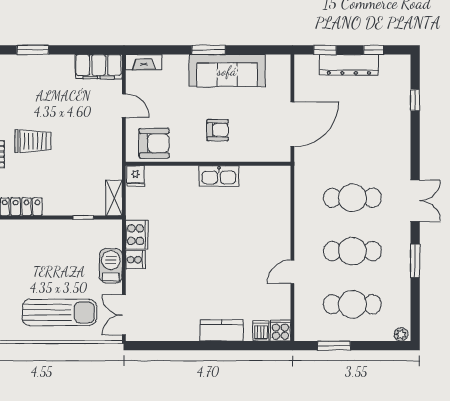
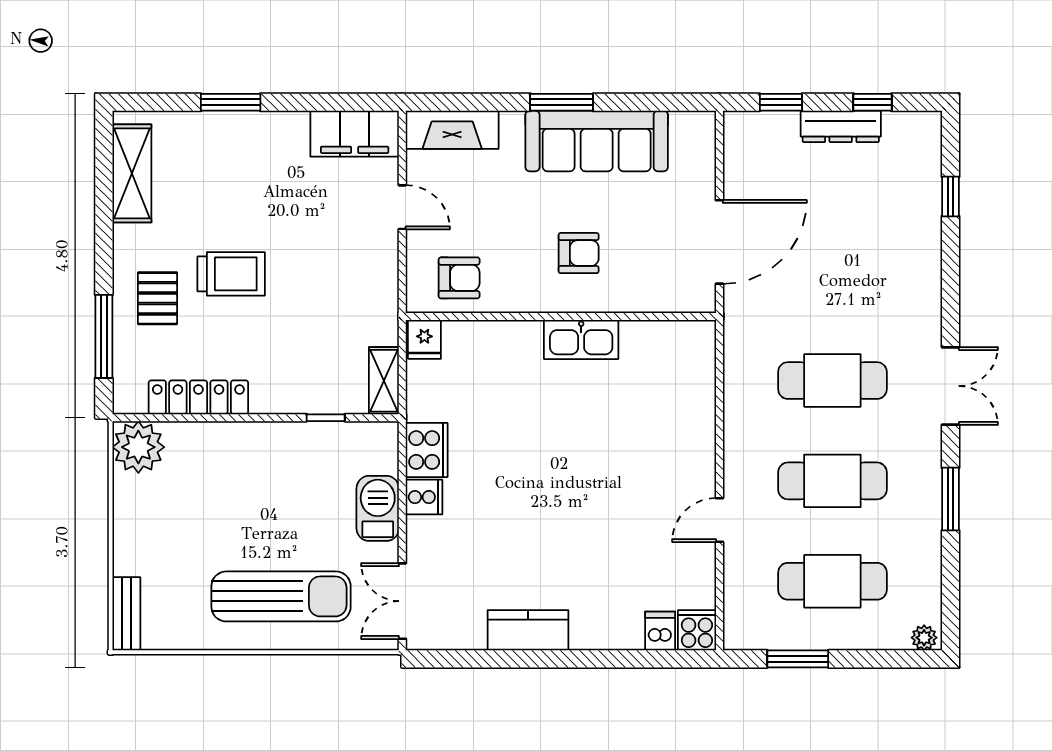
fireplace: (144, 62) -> (452, 130), width x1.37, depth x1.32
dresser: (349, 65) -> (841, 126), width x0.73, depth x0.80
armchair: (154, 143) -> (459, 278), width x0.72, depth x0.72
kitchen counter: (221, 330) -> (528, 630), moved

